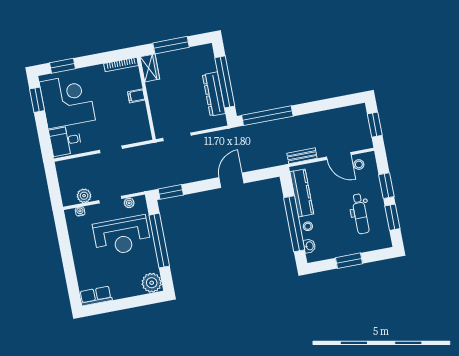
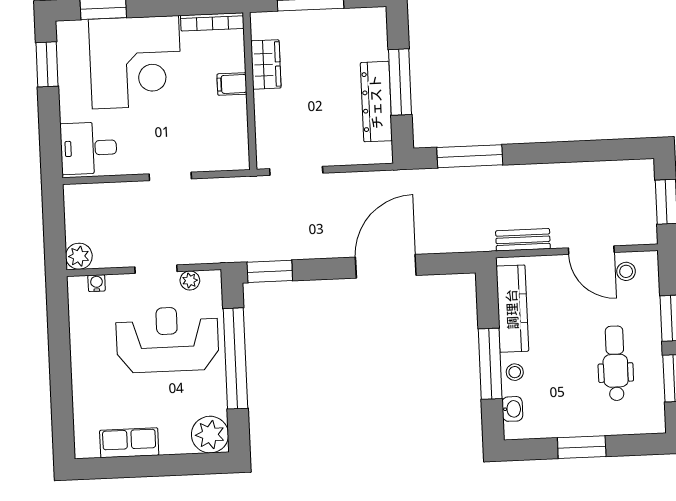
wardrobe: (150, 68) -> (266, 64), moved
window: (225, 82) -> (400, 82), width x0.68
corner desk: (67, 101) -> (135, 62), moved, turned 90
window: (267, 116) -> (470, 156), width x0.68
door: (232, 180) -> (386, 266), width x1.36
plant: (84, 196) -> (79, 256), moved
dental chair: (360, 214) -> (615, 363), turned 180
window: (294, 224) -> (490, 364), width x0.68
reception desk: (122, 236) -> (167, 339), turned 180
row of seats: (96, 296) -> (129, 443), moved

